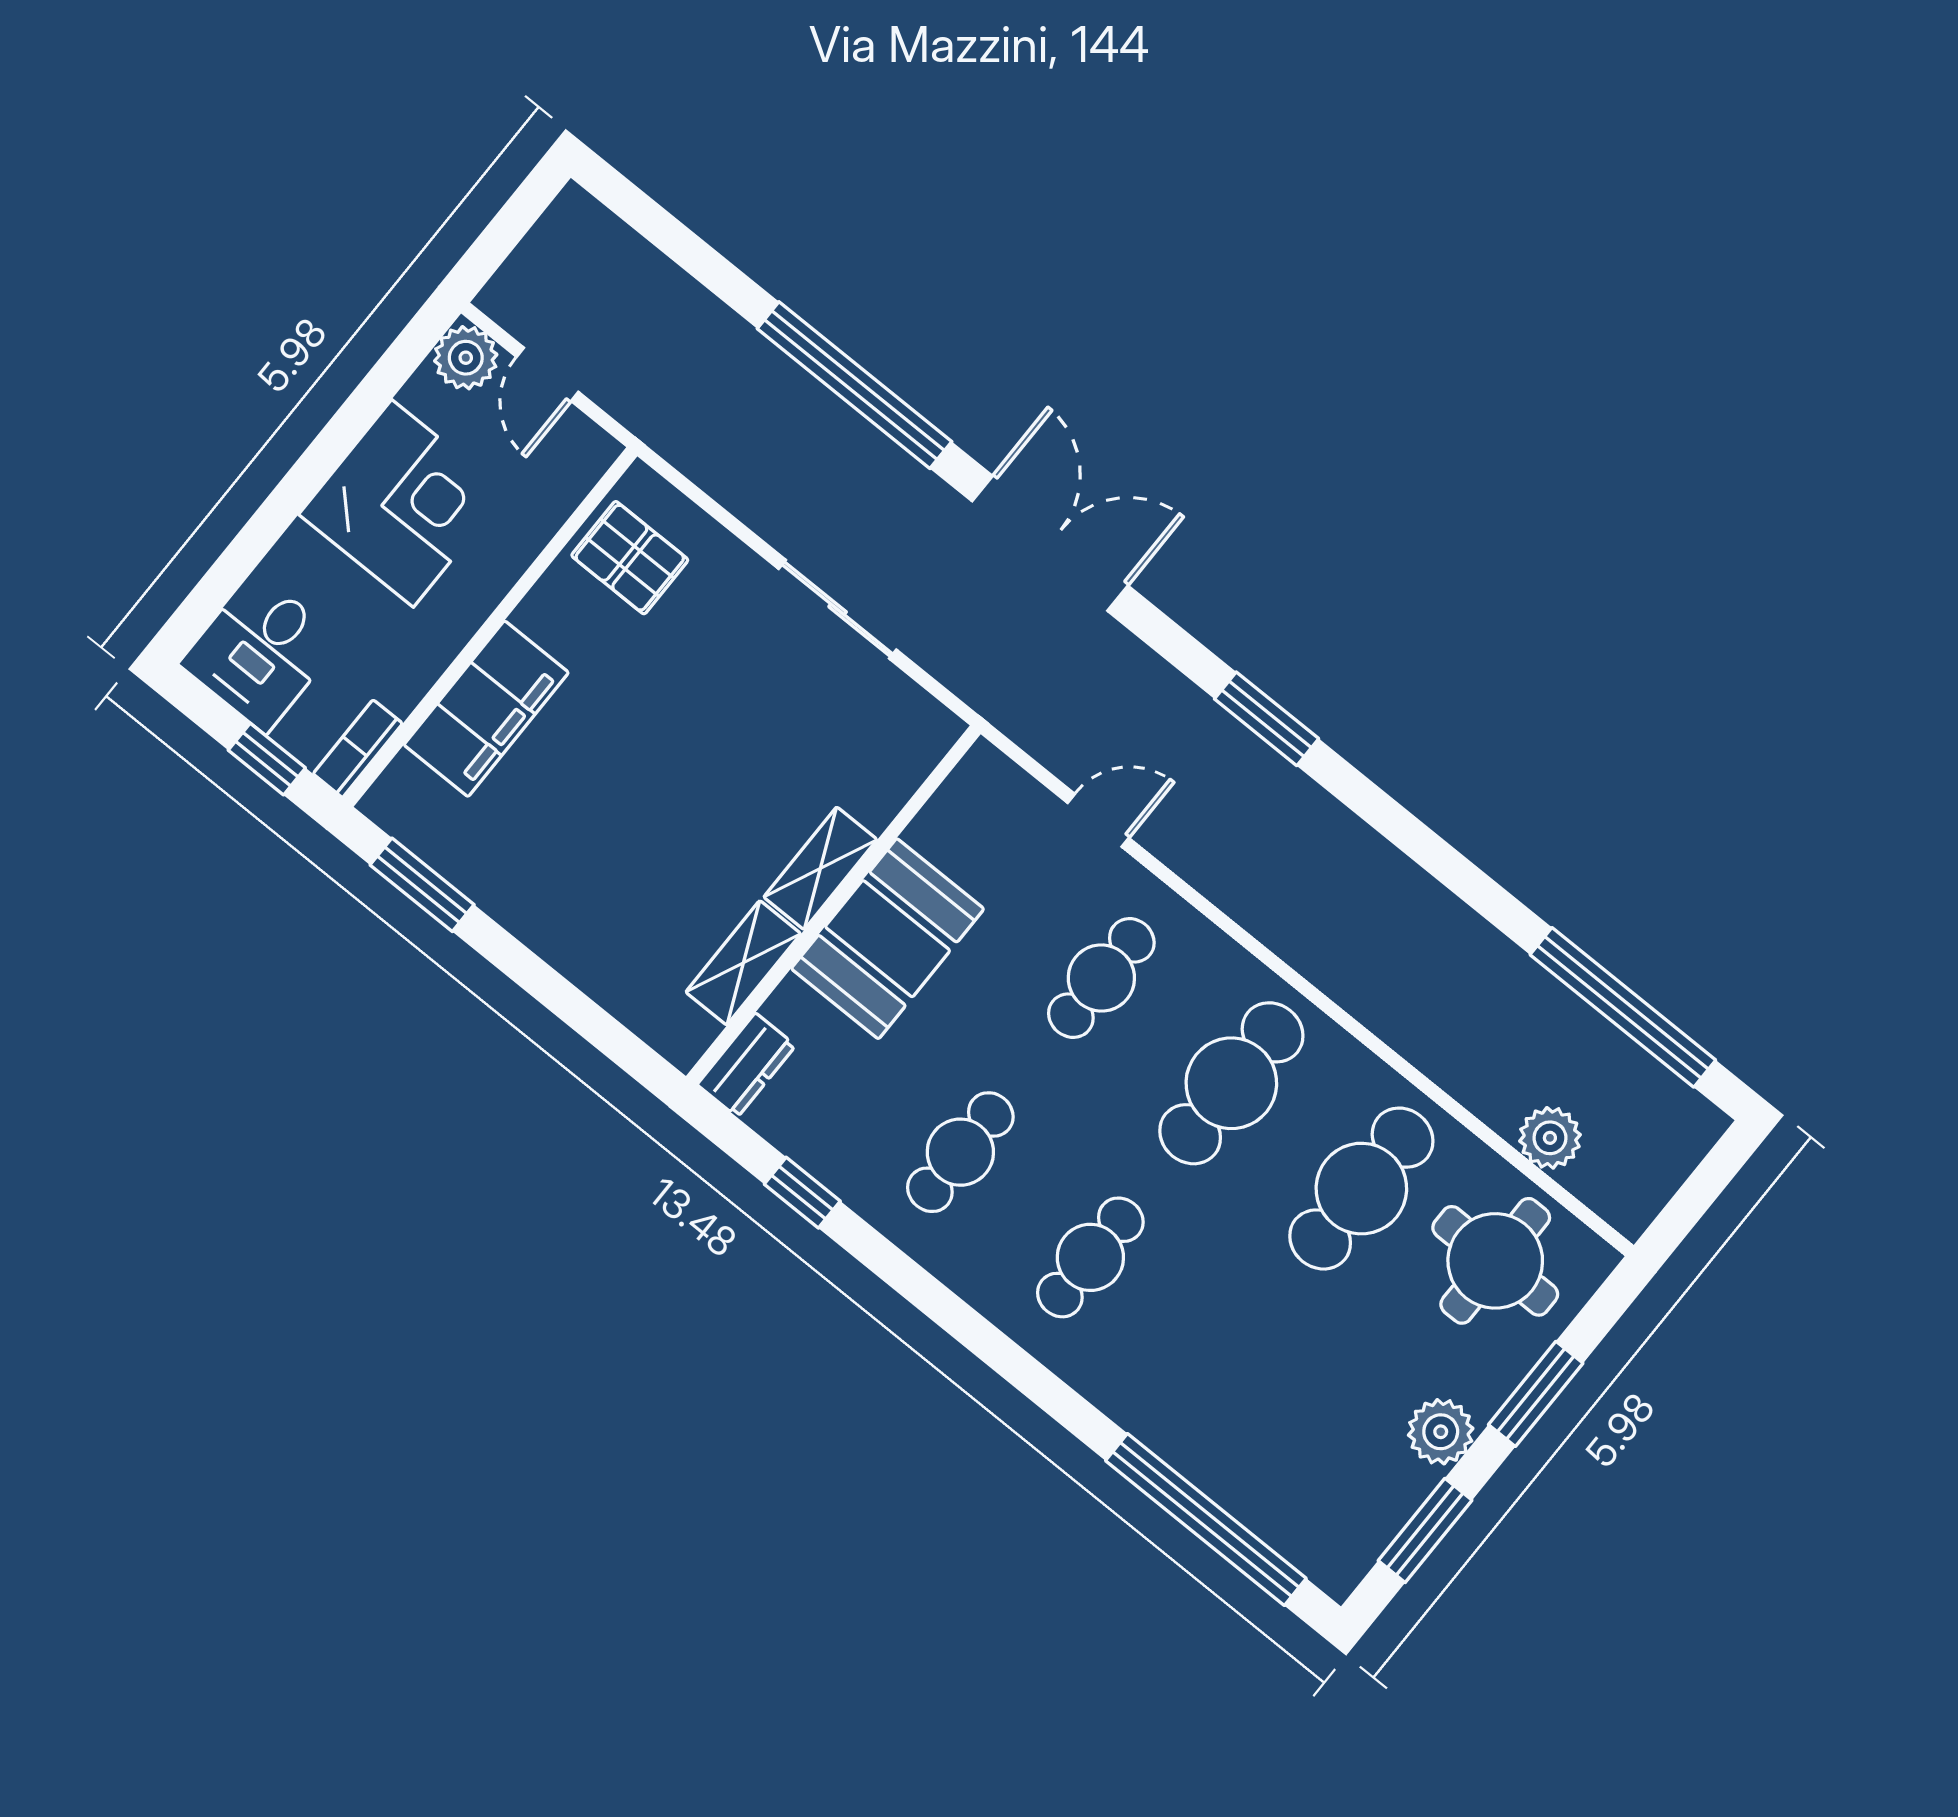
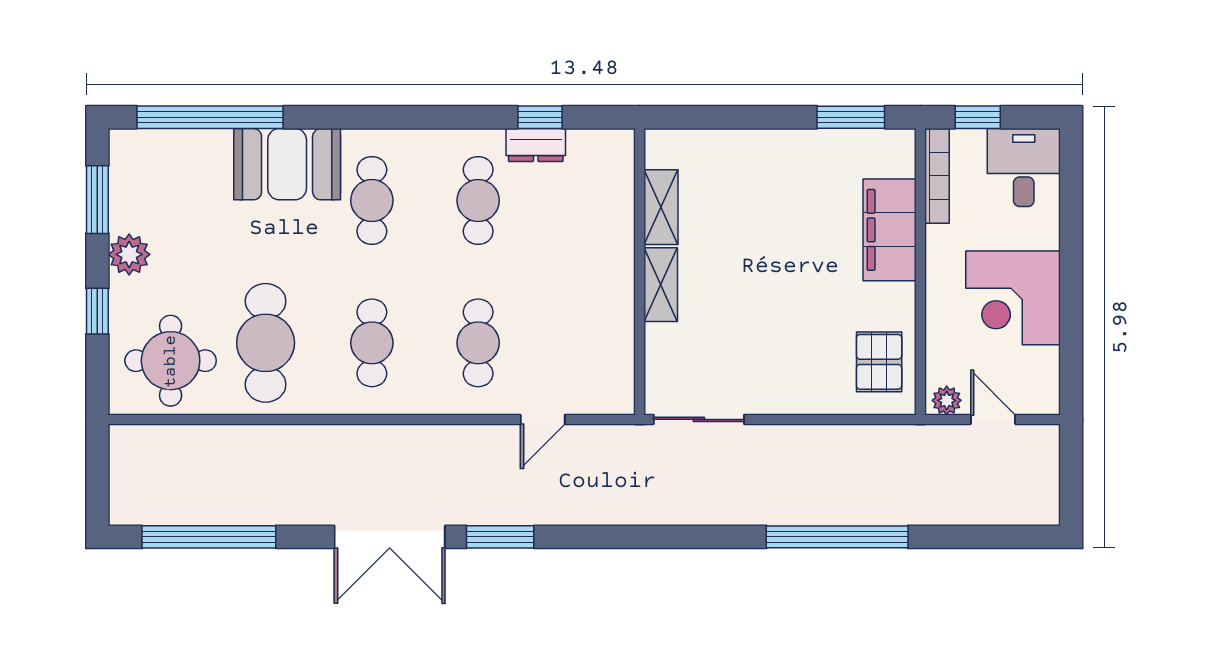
plant: (466, 358) -> (947, 400), moved, width x0.73, depth x0.73
double door: (1050, 543) -> (390, 537), moved
pallet: (630, 558) -> (879, 362), turned 90
sliding door: (838, 609) -> (699, 419), moved
bookcase: (358, 749) -> (937, 176), width x1.56
booth: (888, 939) -> (287, 164), moved, turned 90
dresser: (746, 1065) -> (536, 145), moved, turned -90
cafe table: (1231, 1083) -> (372, 343), width x0.73, depth x0.74
plant: (1550, 1138) -> (193, 443), removed
window: (1536, 1394) -> (97, 311), width x0.67

